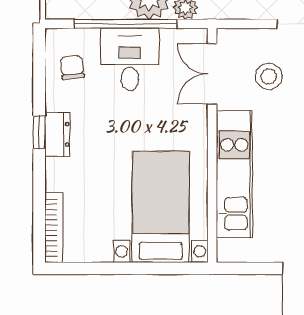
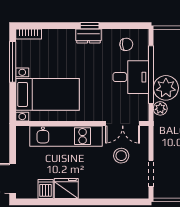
double door: (212, 74) -> (123, 124), swing flipped
bookcase: (54, 228) -> (29, 34), width x0.64
window: (103, 268) -> (13, 62), added

